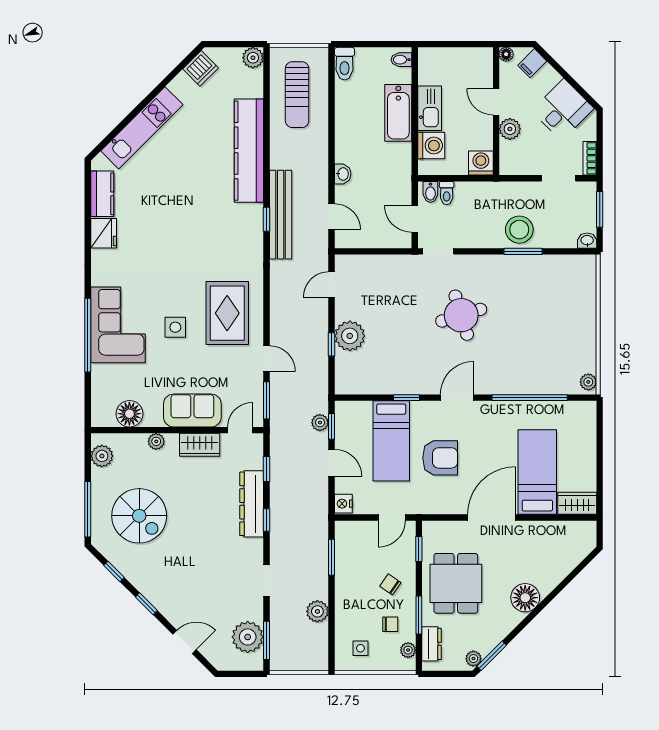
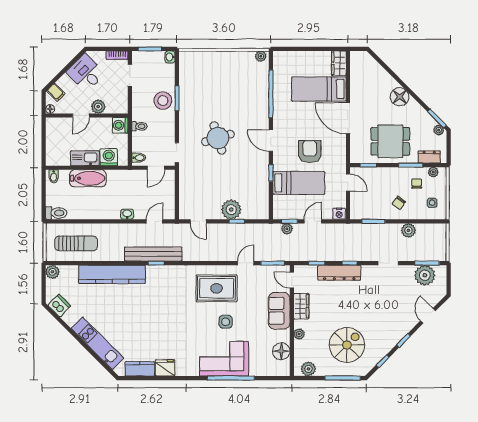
toilet: (447, 193) -> (139, 126), moved
chair: (390, 584) -> (399, 203), moved

